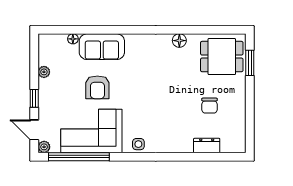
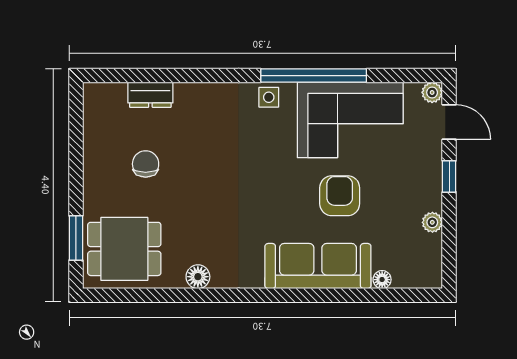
sofa: (102, 47) -> (318, 266), width x1.36
window: (79, 157) -> (314, 76), moved

